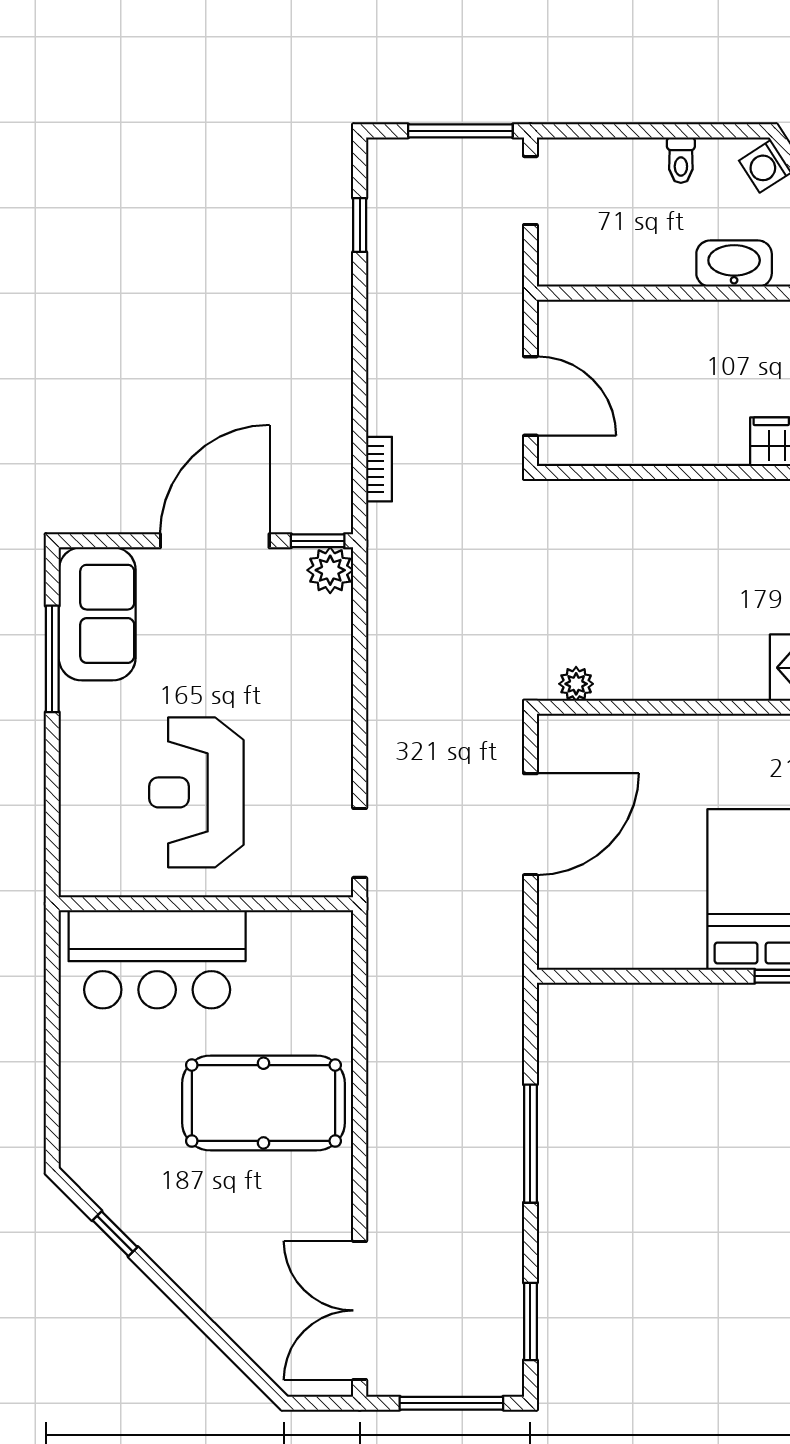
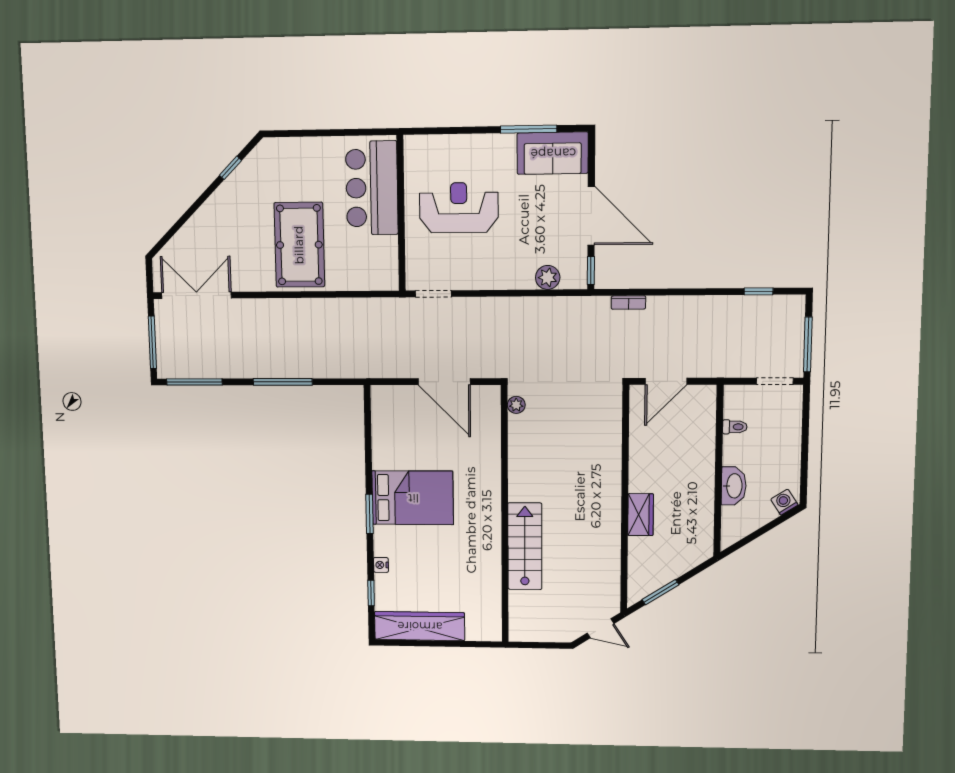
toilet: (681, 160) -> (735, 427), moved, turned 180
plant: (330, 570) -> (548, 277), moved
window: (530, 1321) -> (194, 382), width x1.44

